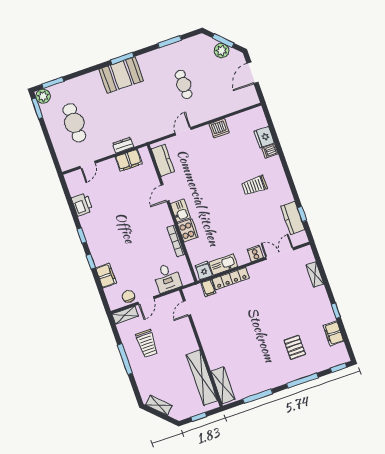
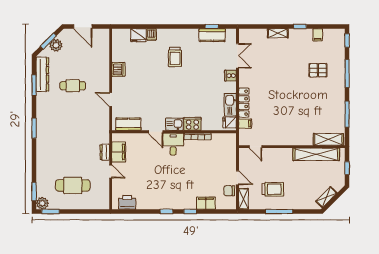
dresser: (184, 47) -> (42, 74), added
booth: (121, 75) -> (47, 134), removed
door: (88, 165) -> (111, 171), moved
printer: (82, 204) -> (127, 202), moved
double door: (280, 254) -> (237, 56), swing flipped
shelving: (315, 274) -> (278, 33), moved
desk: (167, 278) -> (173, 144), moved, turned -90
filing cabinet: (333, 333) -> (318, 35), width x0.50

